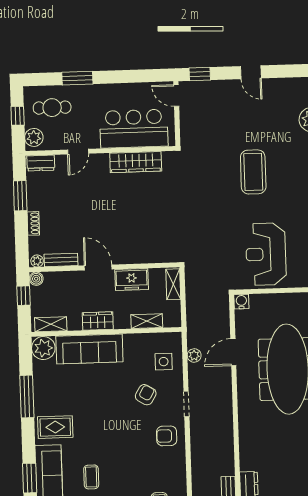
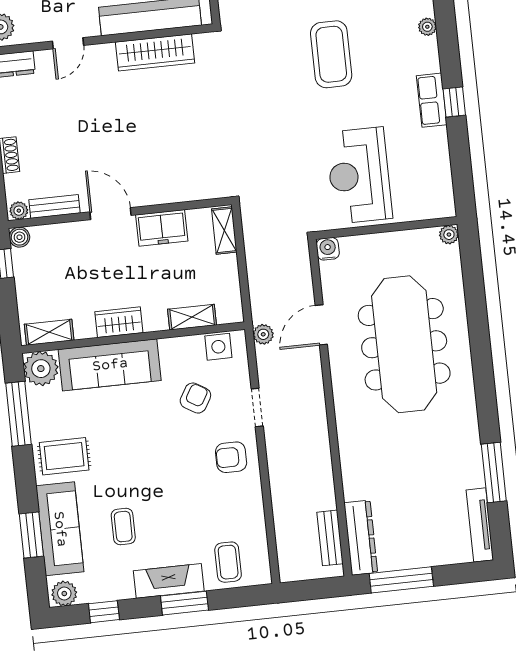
wardrobe: (98, 321) -> (119, 322), moved
shelving: (147, 321) -> (192, 317), moved
shelving: (51, 324) -> (49, 332), moved
wall: (106, 332) -> (133, 338), moved
plant: (43, 348) -> (41, 369), moved
sofa: (89, 349) -> (110, 365), moved

